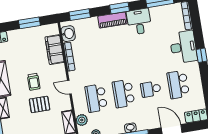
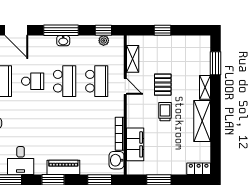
desk: (139, 22) -> (21, 161), moved
door: (69, 87) -> (125, 86), moved
pallet: (40, 104) -> (163, 85), turned 90
plant: (82, 120) -> (117, 59), removed

